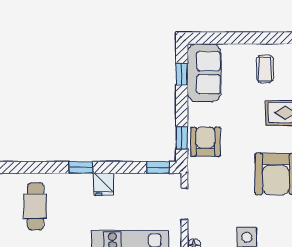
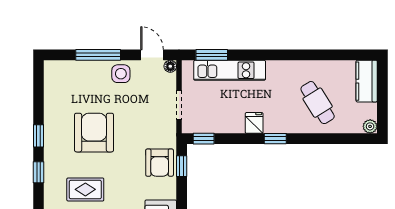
cafe table: (36, 206) -> (318, 103), turned -32

